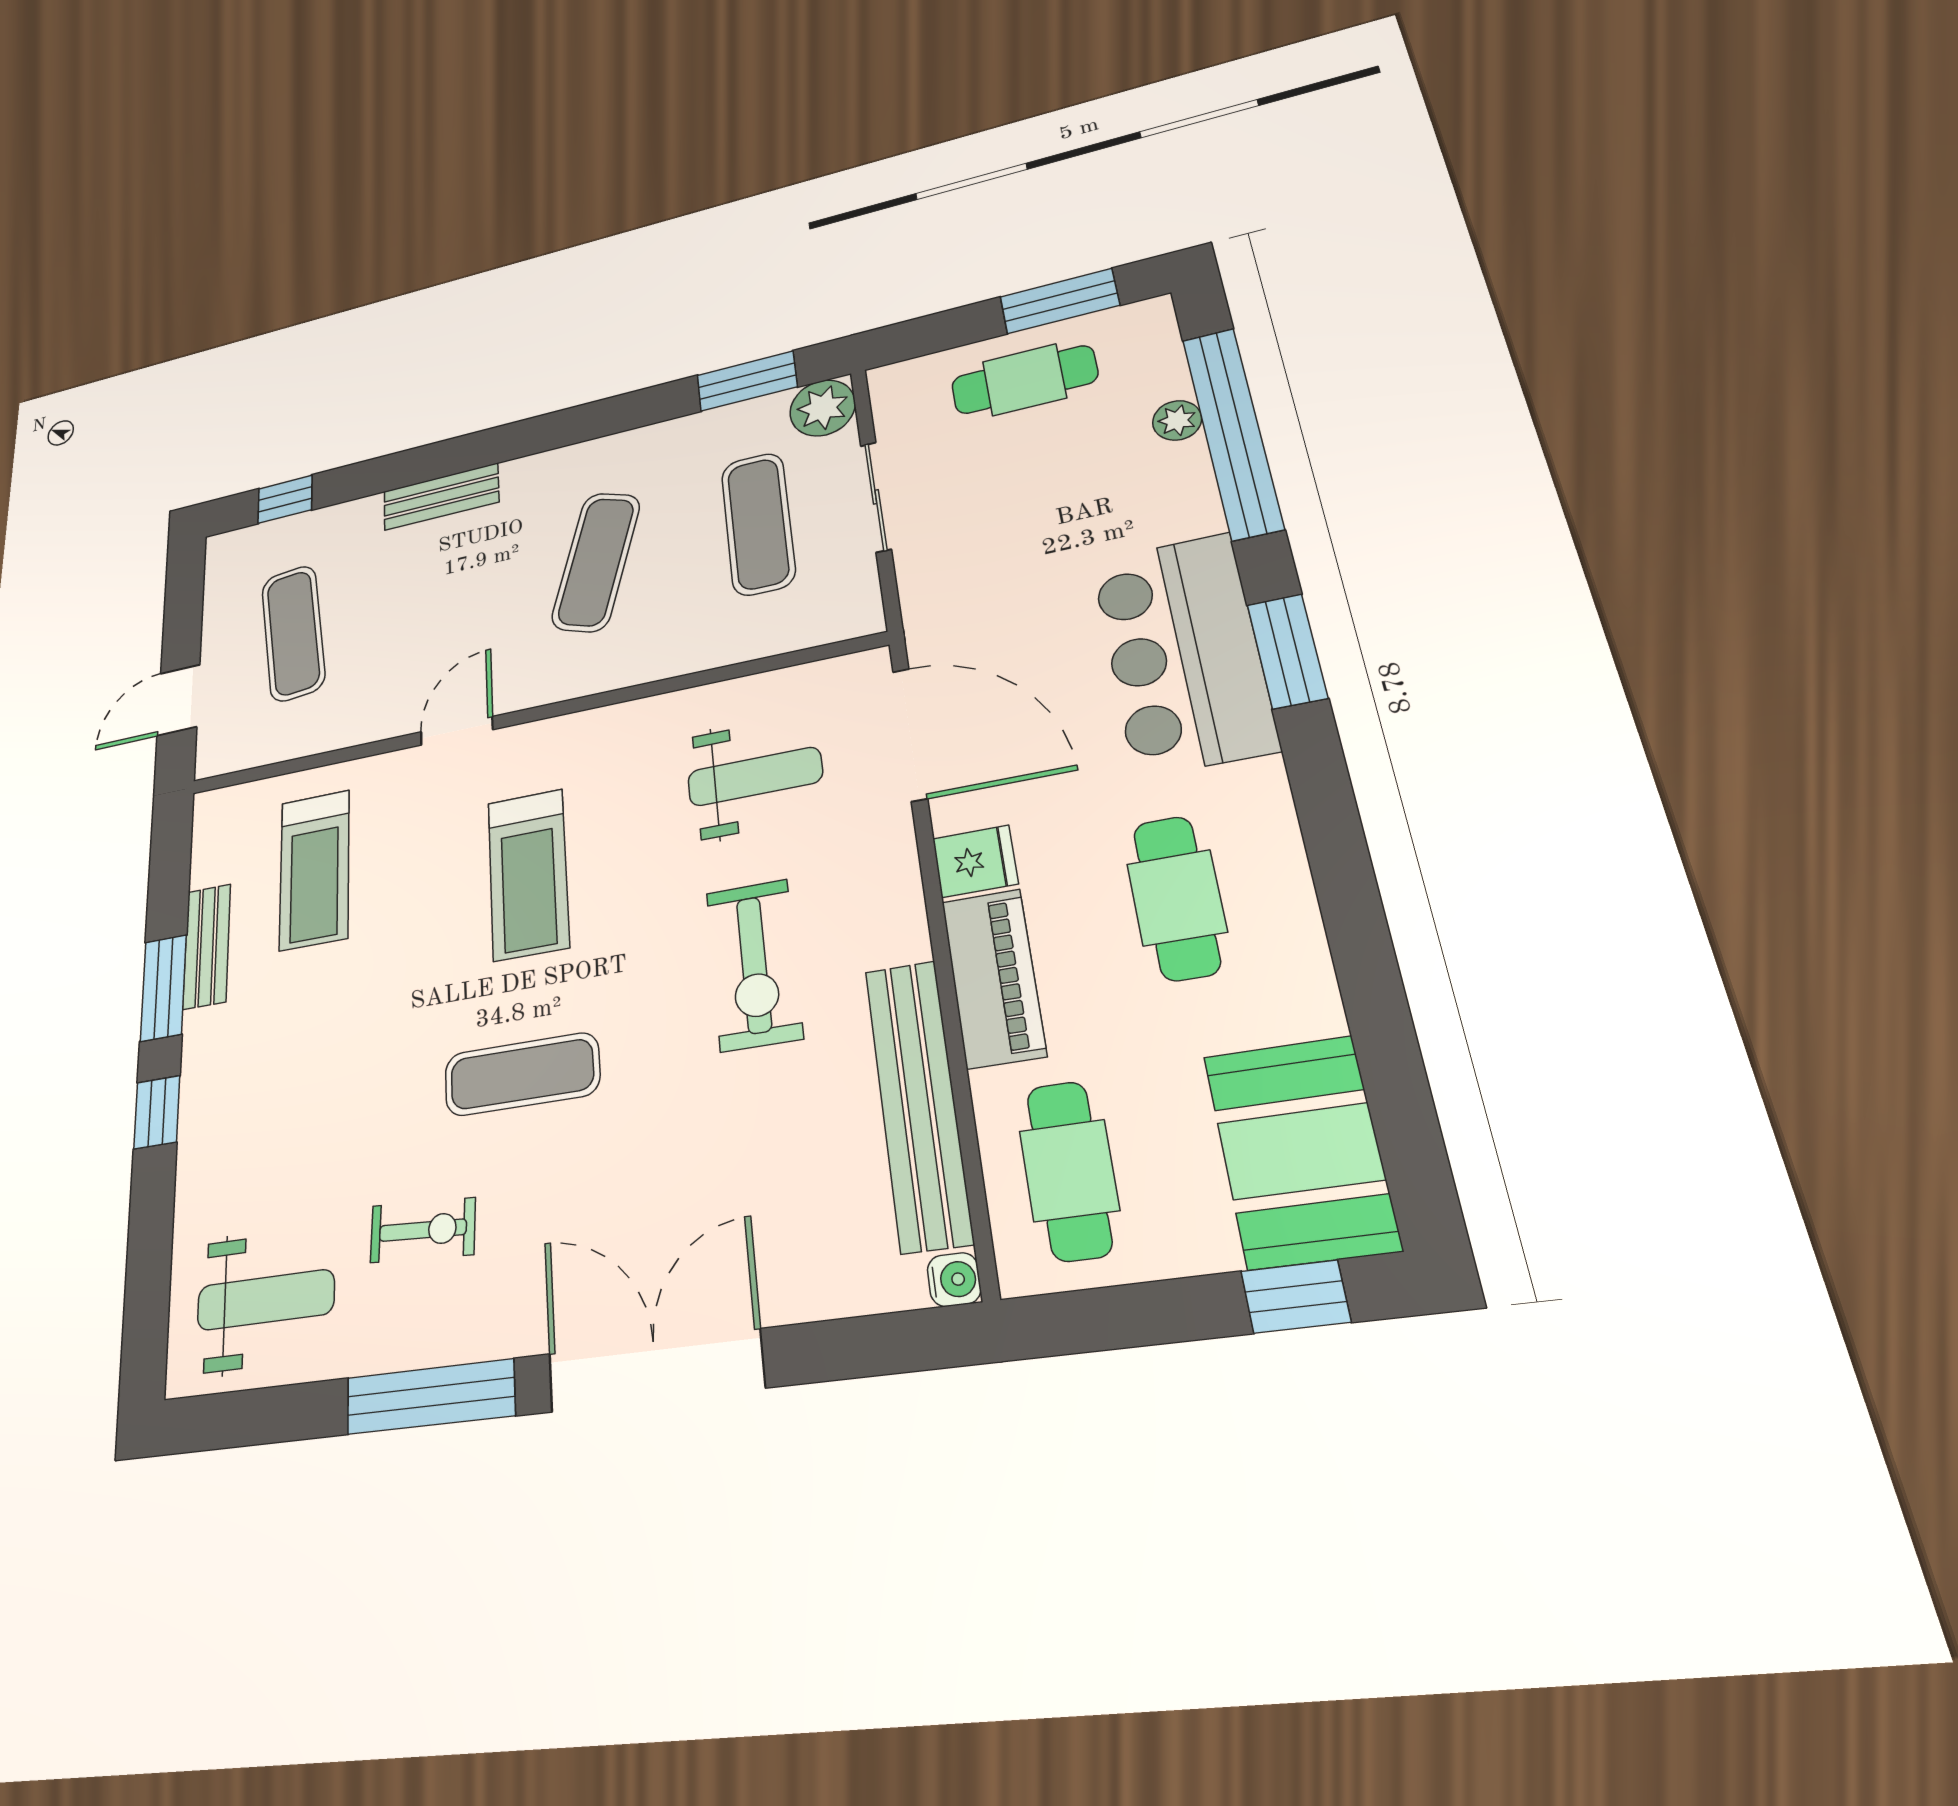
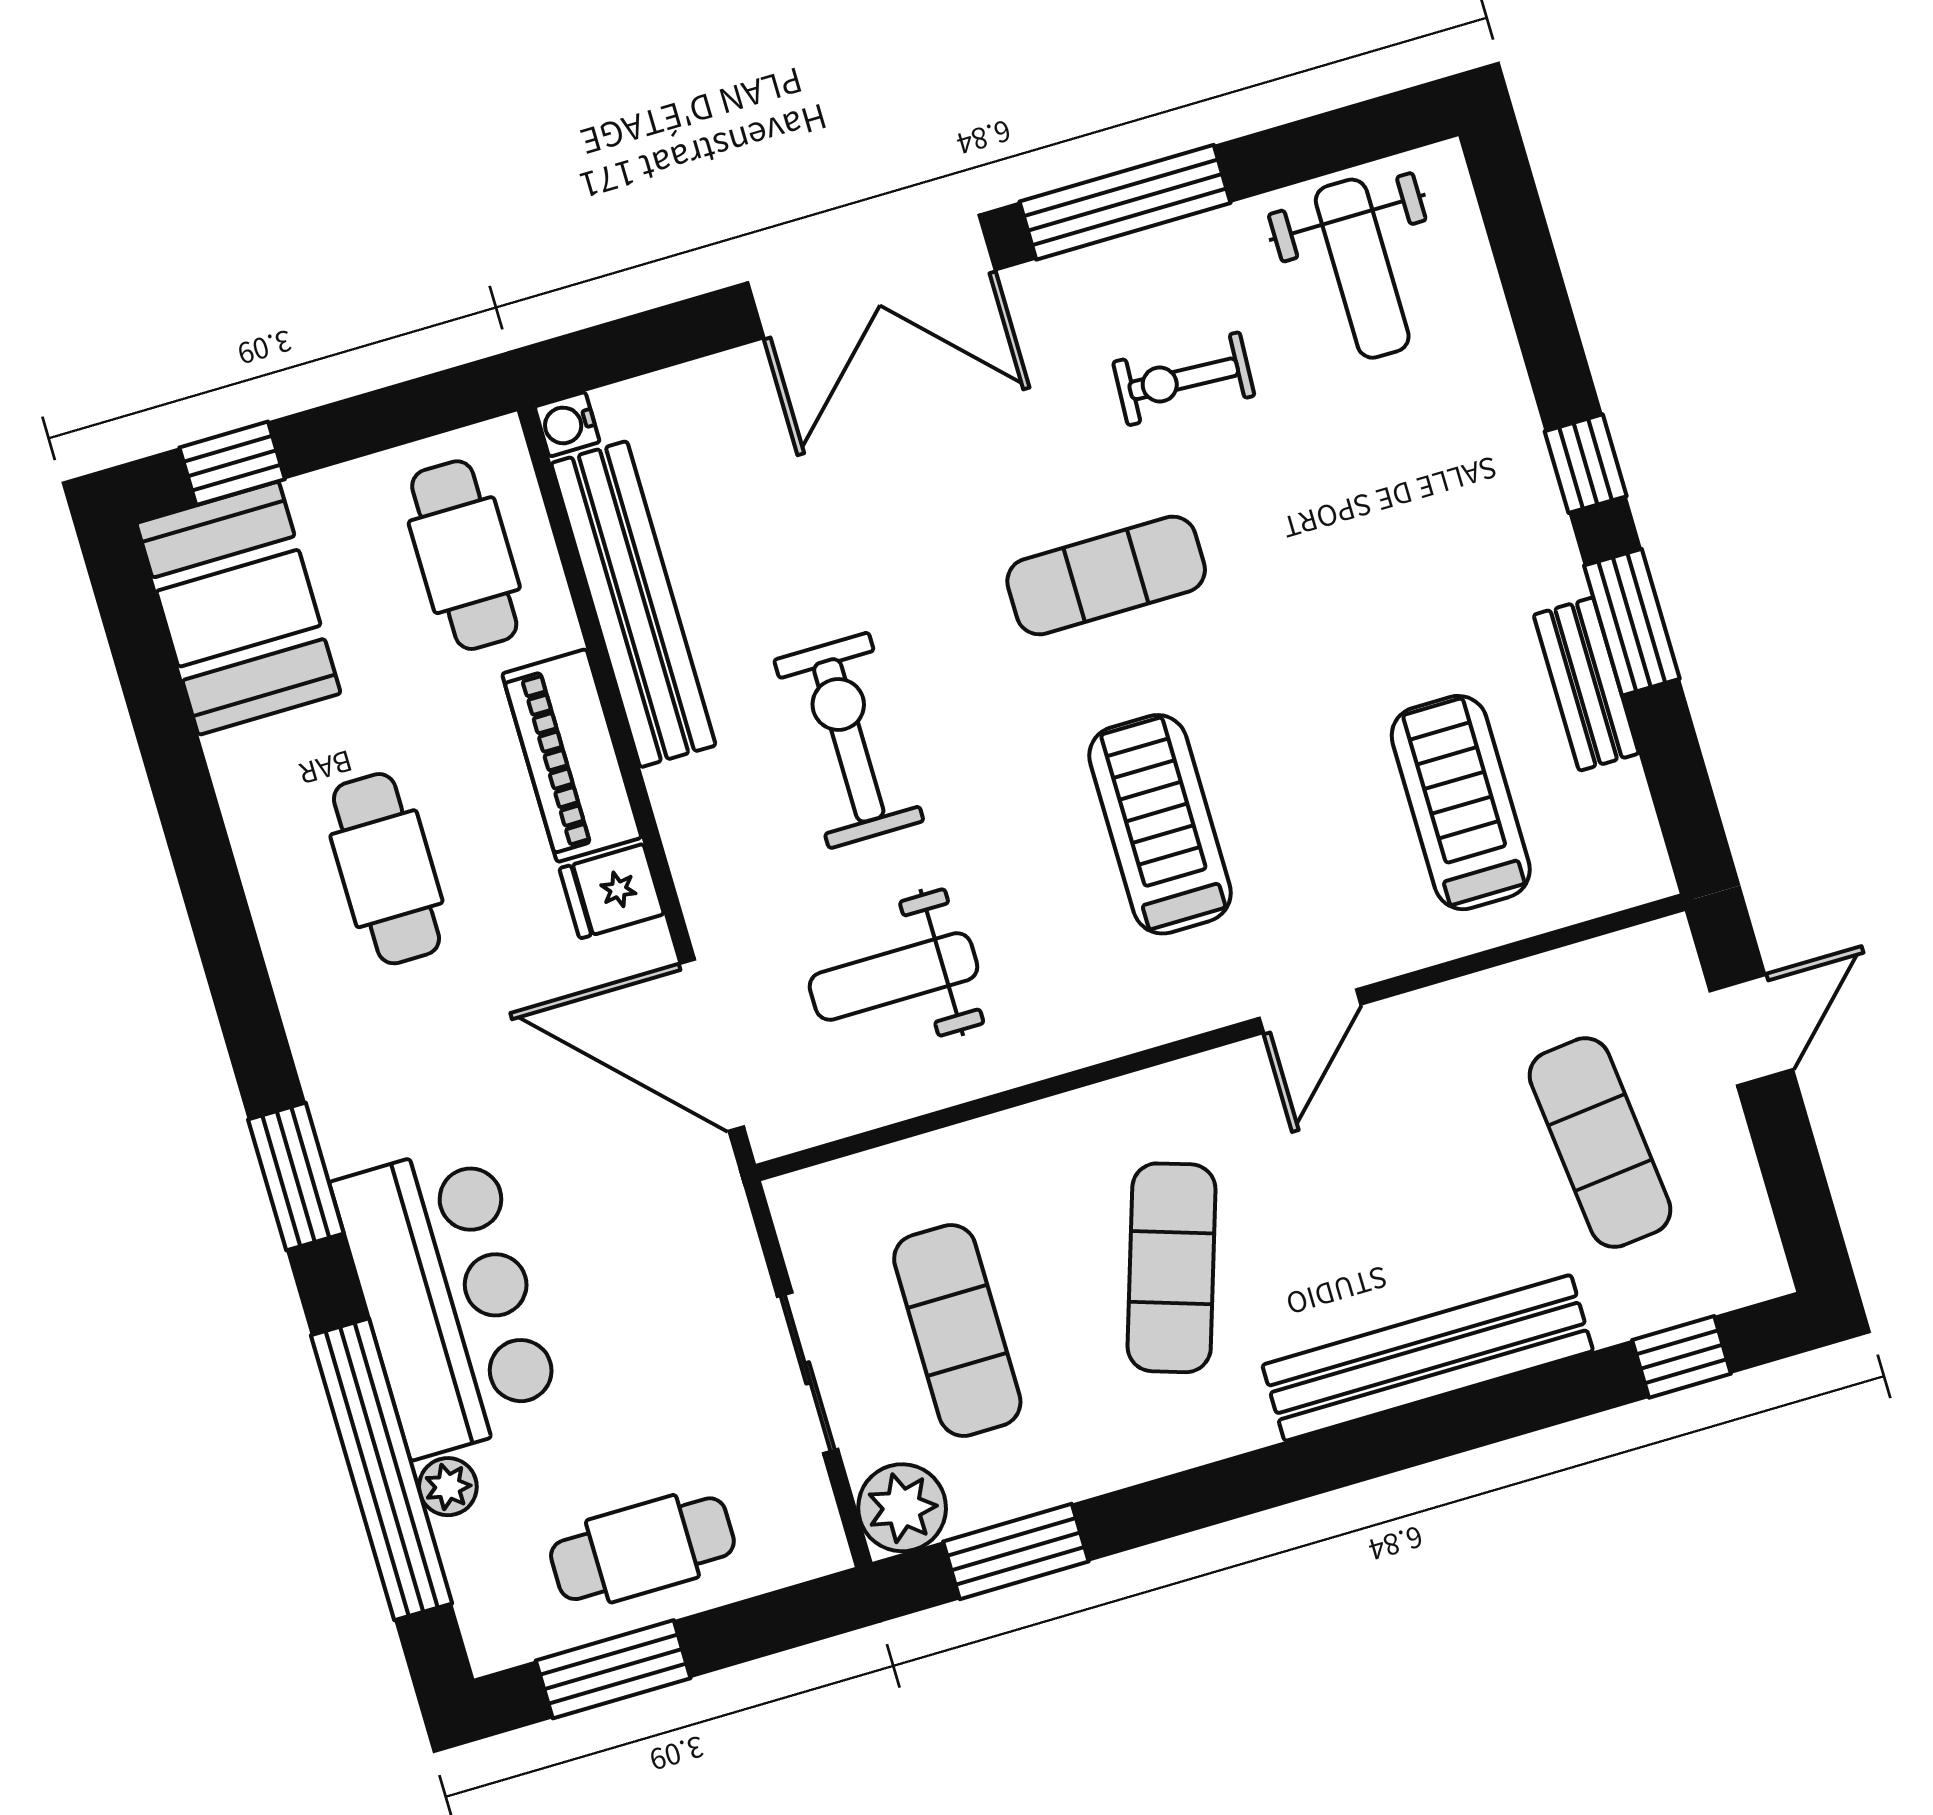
bench: (441, 497) -> (1428, 1358), width x1.86, depth x1.21
bar counter: (1183, 653) -> (447, 1299), moved
weight bench: (266, 1300) -> (1362, 269), turned -90

